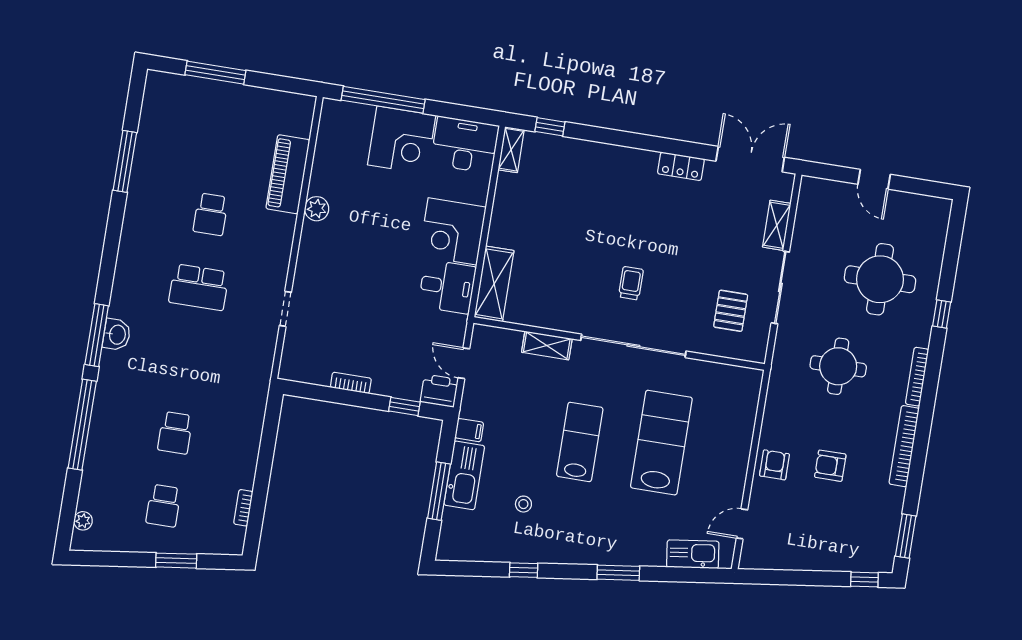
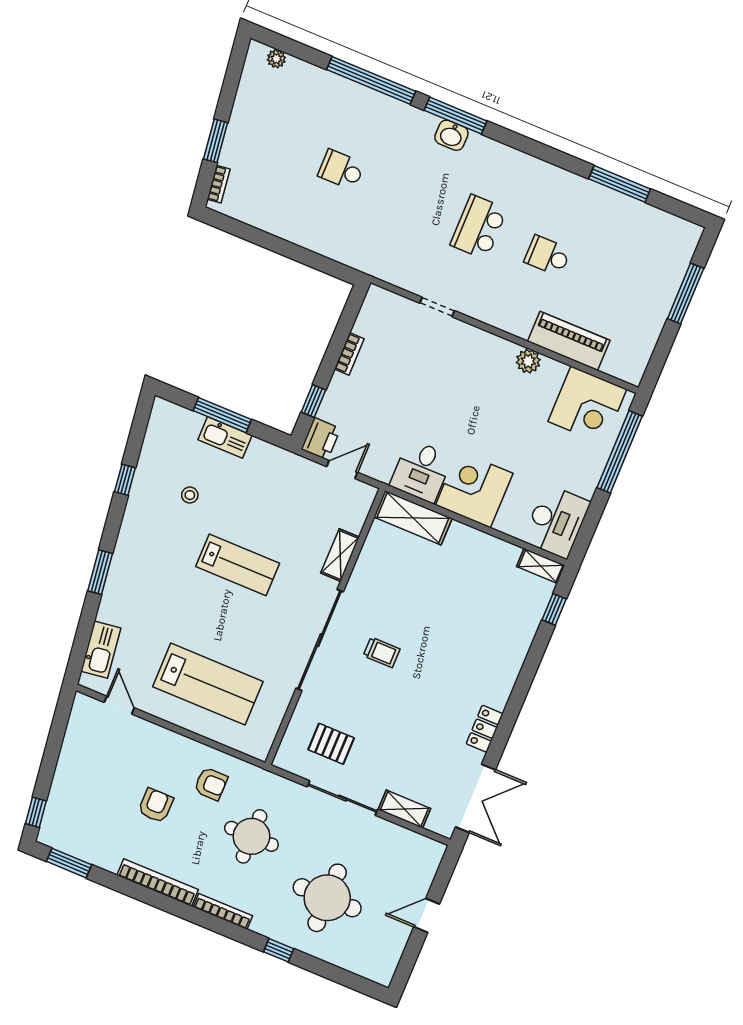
corner desk: (402, 140) -> (587, 405), moved, turned -90
filing cabinet: (469, 430) -> (275, 459), removed
lab bench: (661, 443) -> (208, 684), moved
armchair: (775, 465) -> (211, 784), moved
kitchen sink: (464, 475) -> (225, 437), width x0.73, depth x0.81
school desk: (163, 506) -> (272, 141), removed
bookcase: (243, 508) -> (219, 184), moved, turned 82

